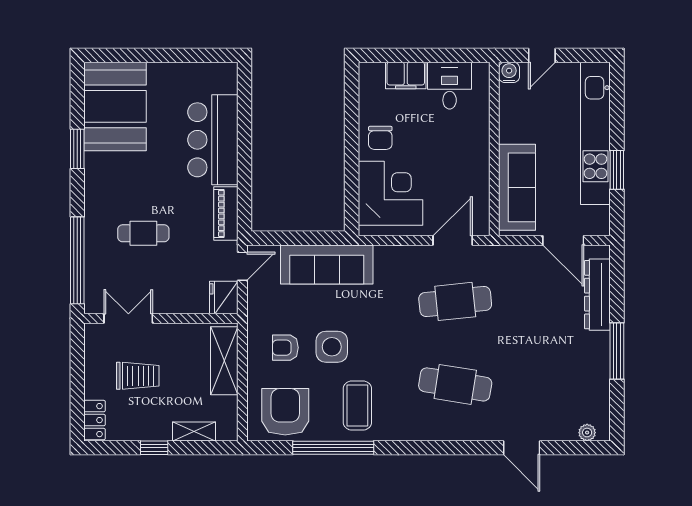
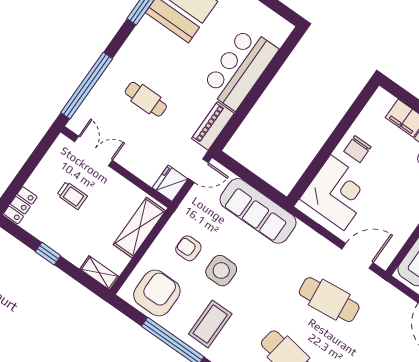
trolley: (138, 376) -> (72, 195), width x0.73, depth x0.72
shelving: (194, 431) -> (99, 273), moved

